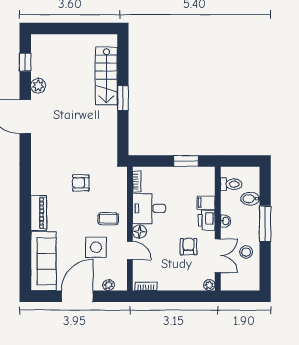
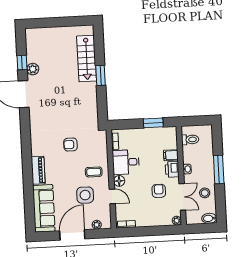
window: (25, 62) -> (22, 63), moved
bidet: (250, 199) -> (209, 218), moved

